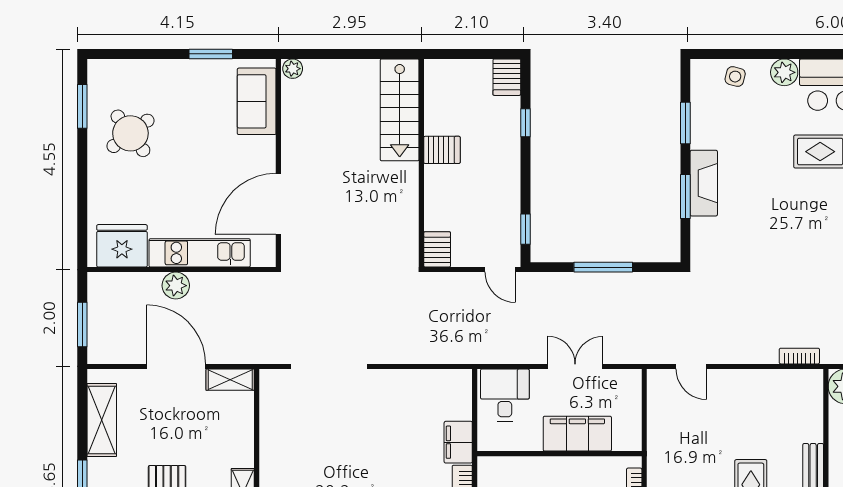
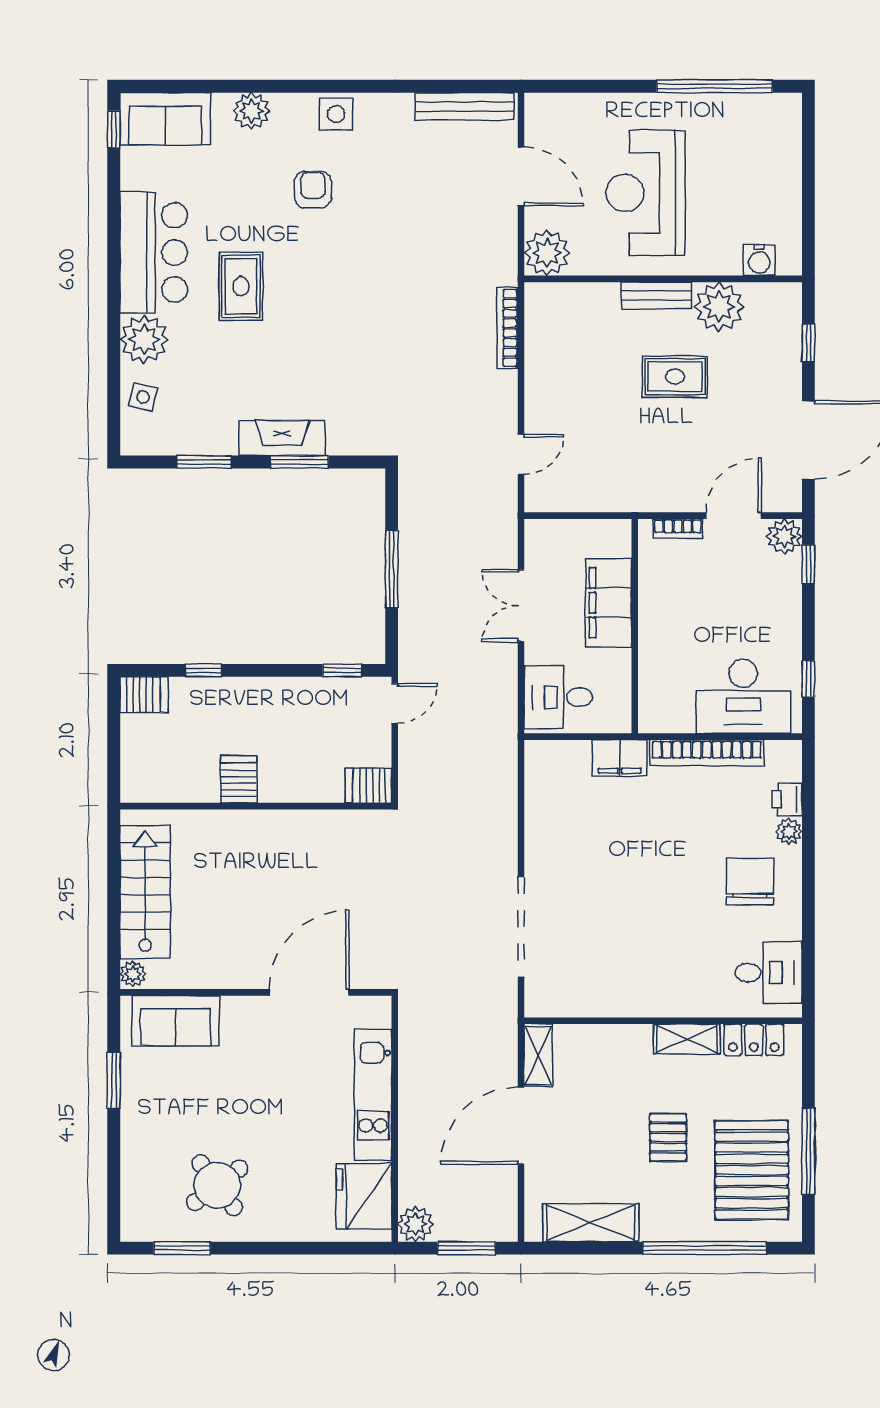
plant: (784, 72) -> (144, 340), width x1.36, depth x1.36
stairs: (400, 110) -> (145, 892), moved, turned -90
door: (278, 204) -> (309, 992), swing flipped
plant: (176, 286) -> (416, 1224), moved
bookcase: (799, 356) -> (507, 328), width x1.56

